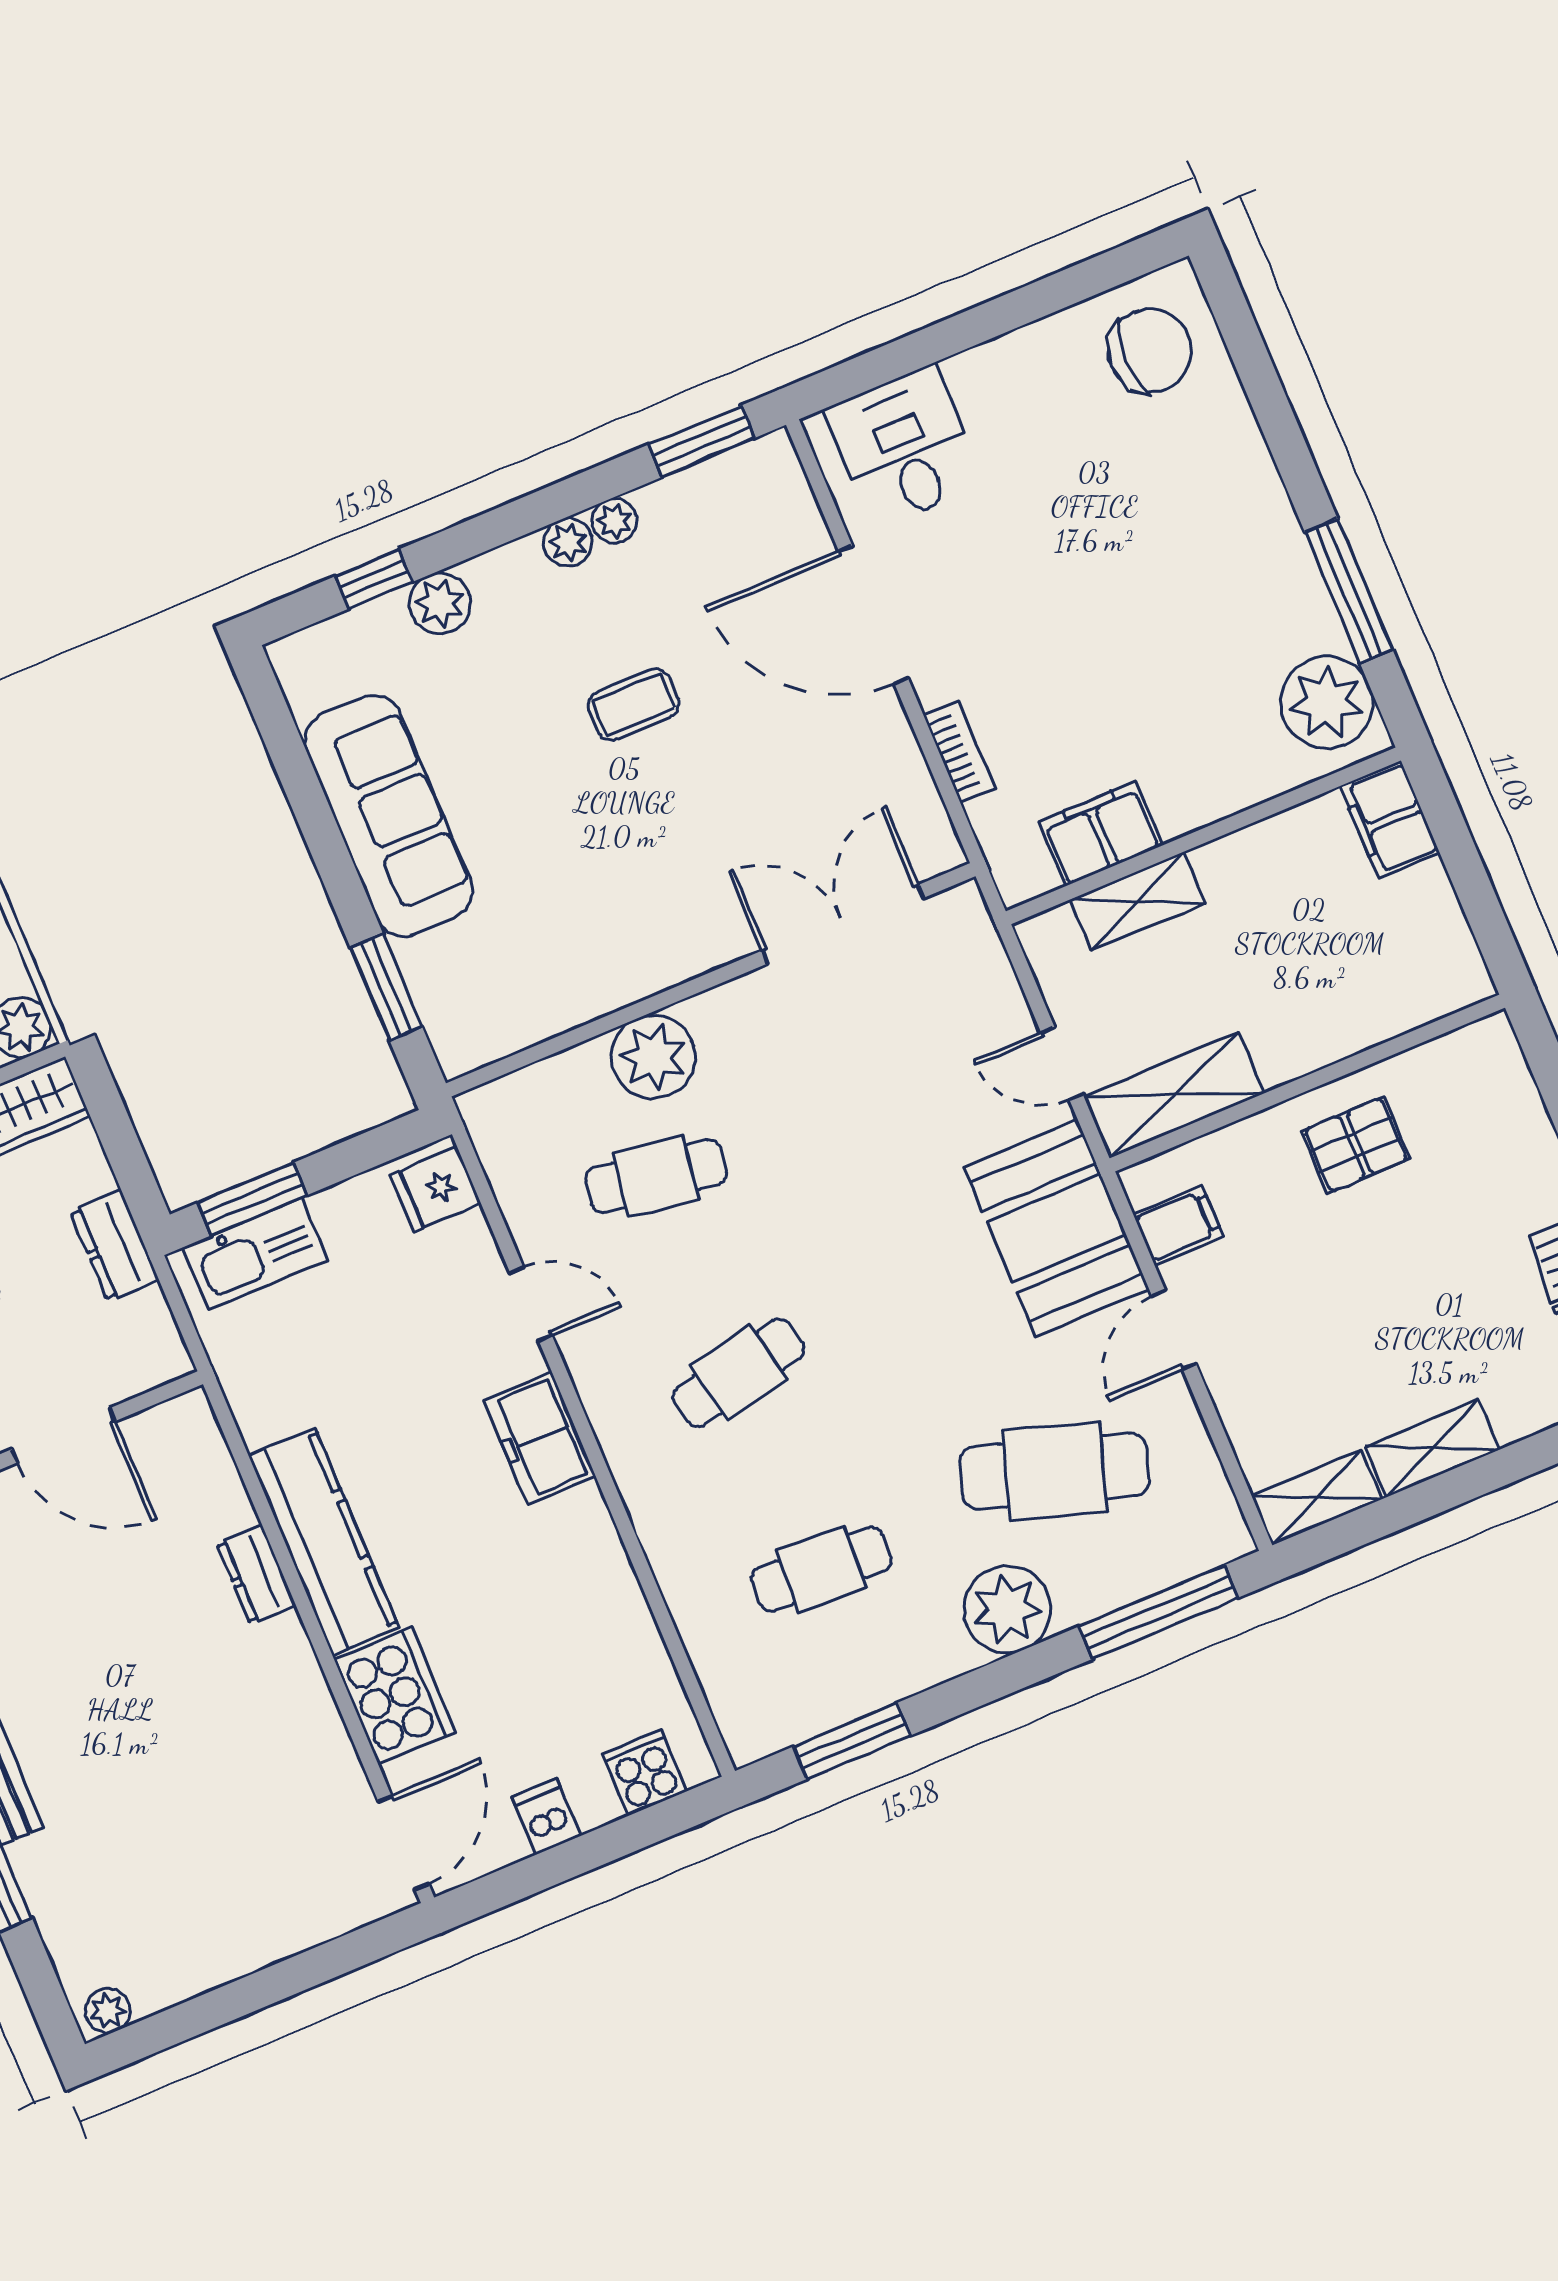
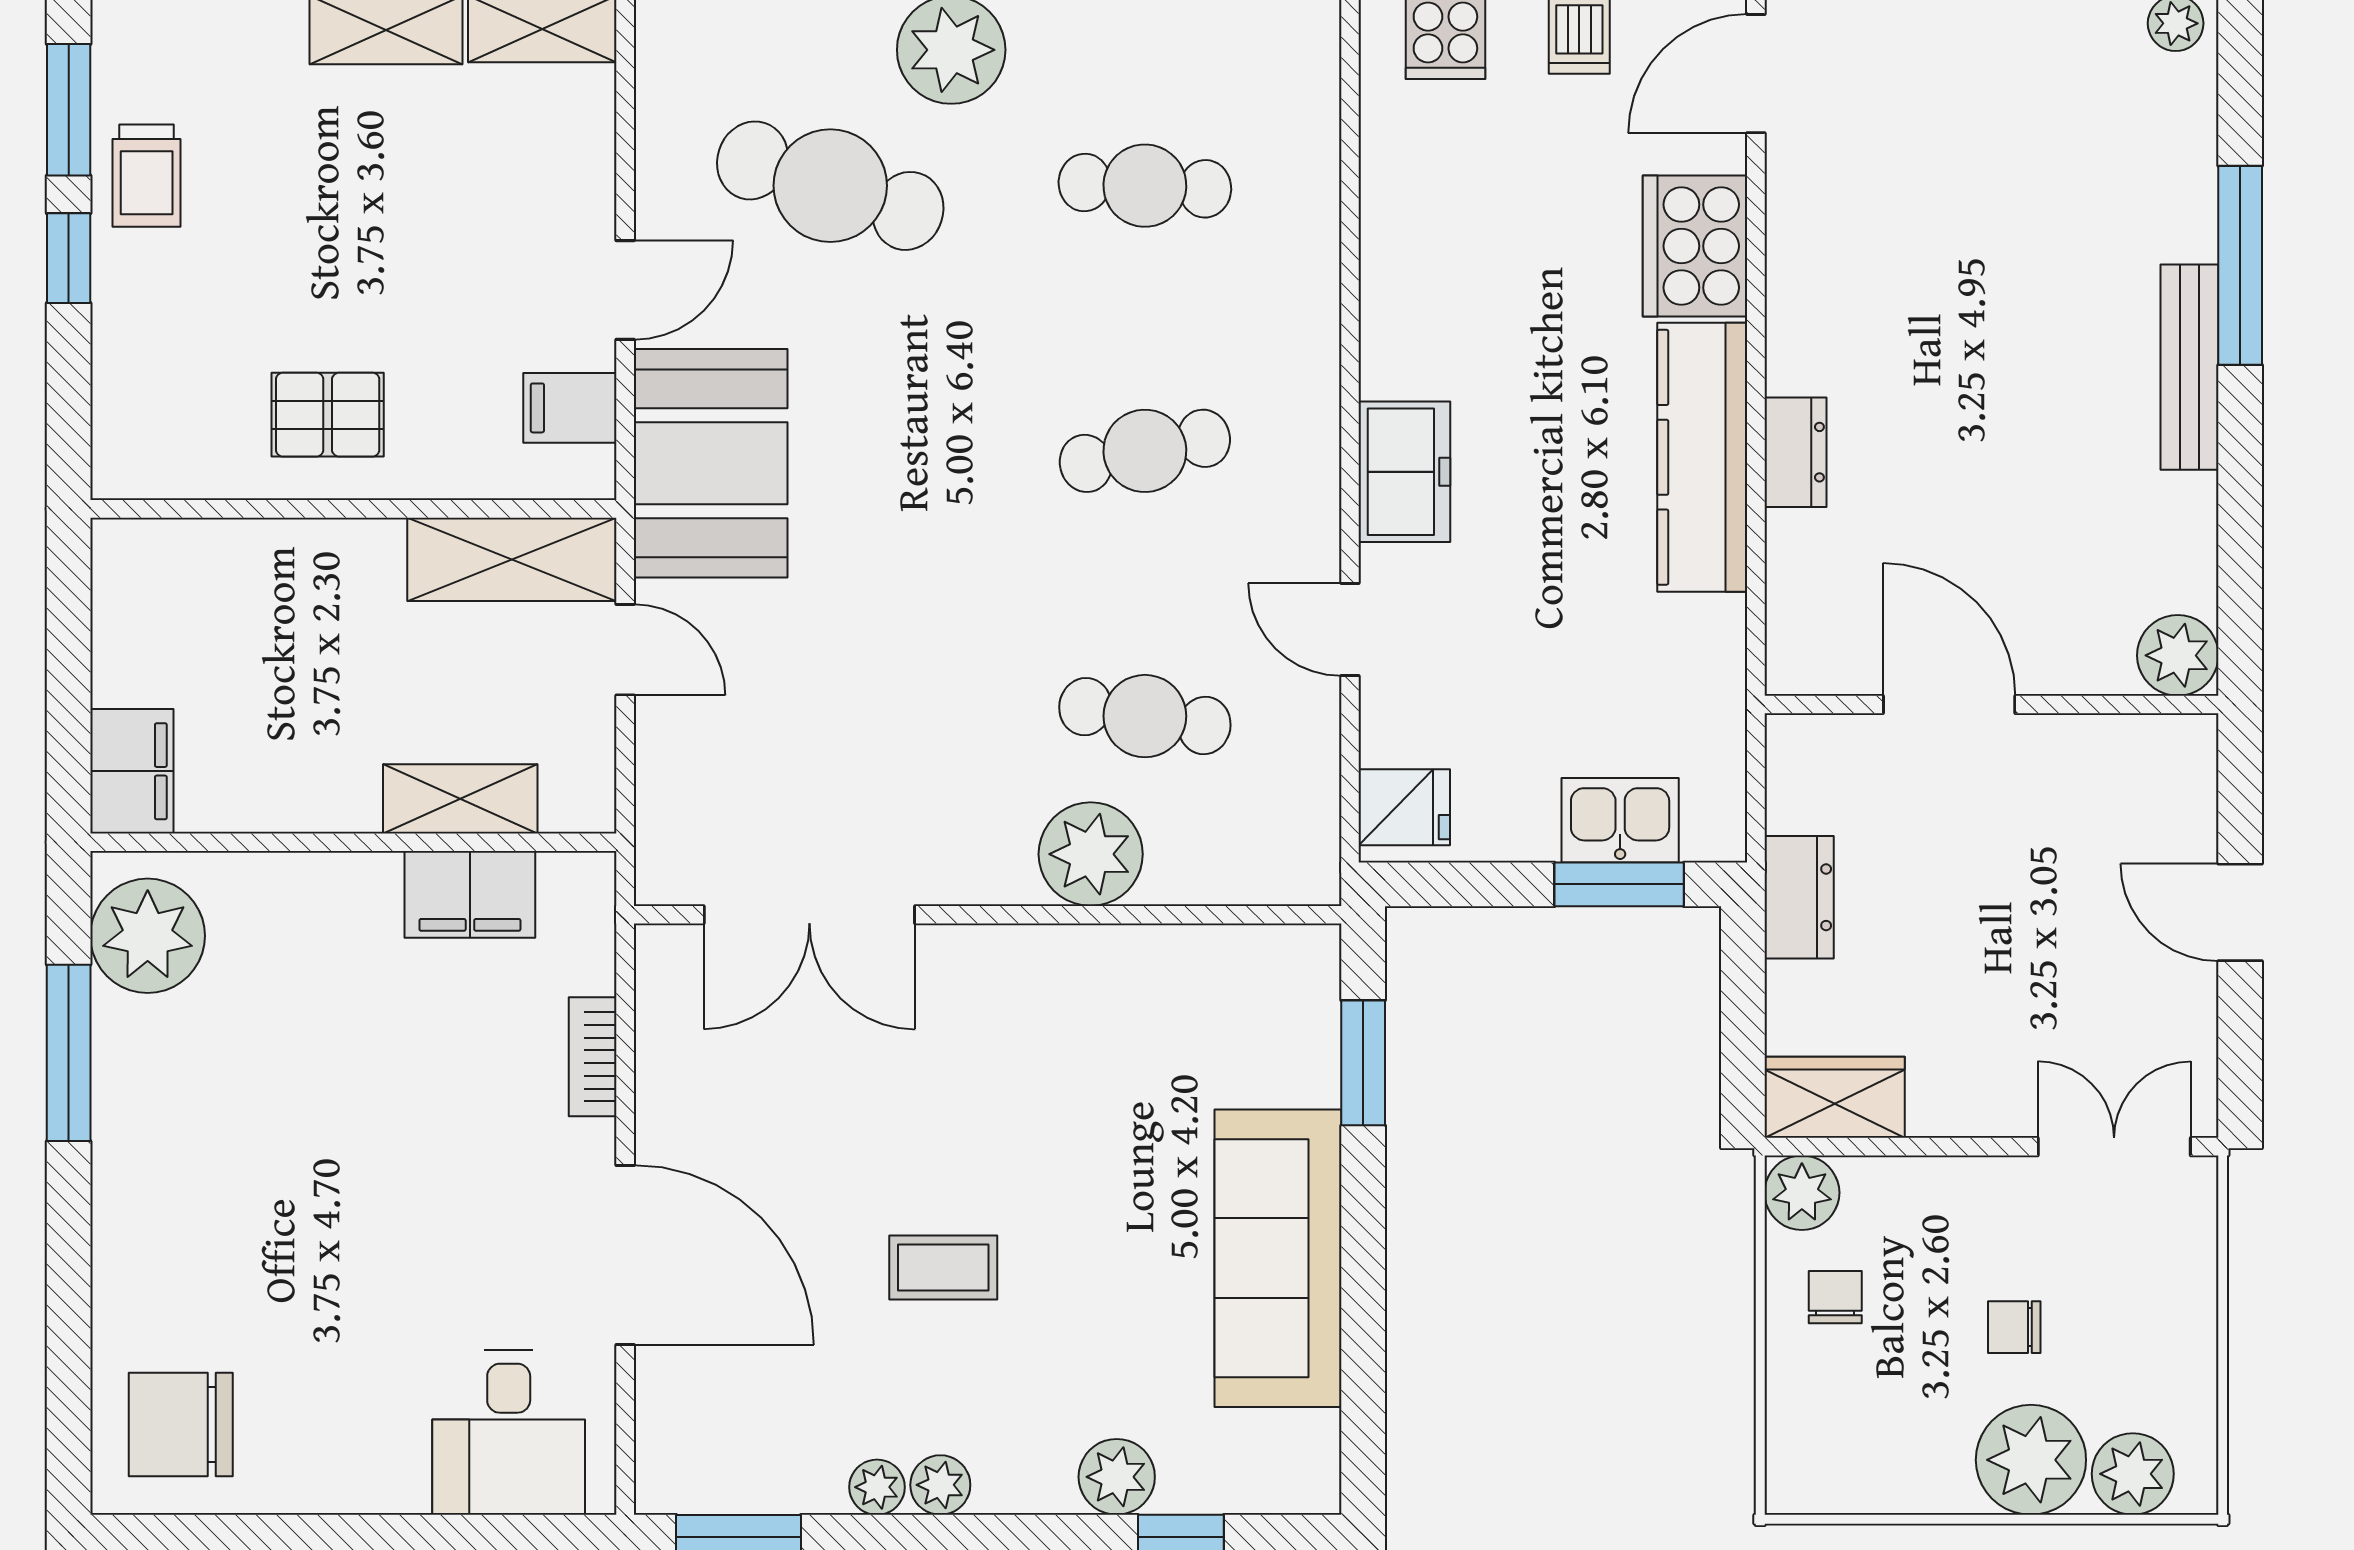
kitchen sink: (255, 1254) -> (1620, 820), width x0.73

